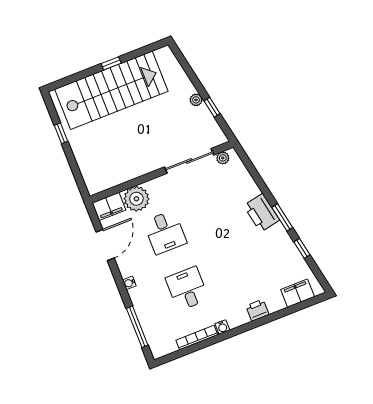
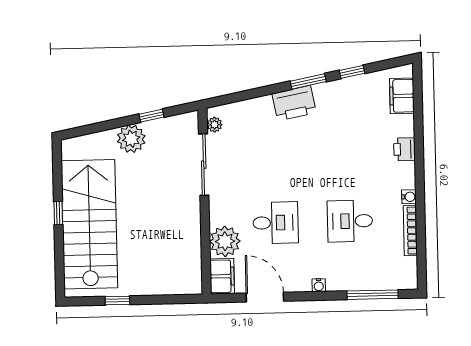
plant: (196, 100) -> (131, 139), width x1.87, depth x1.87

